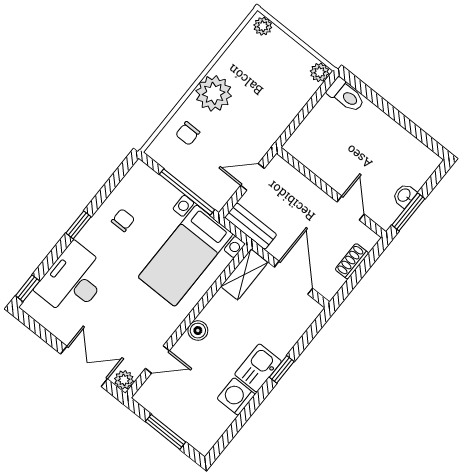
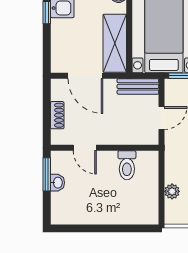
plant: (320, 72) -> (172, 191), moved
toilet: (346, 95) -> (127, 165), moved, turned -90
shelving: (244, 275) -> (115, 43), width x1.50, depth x1.33

